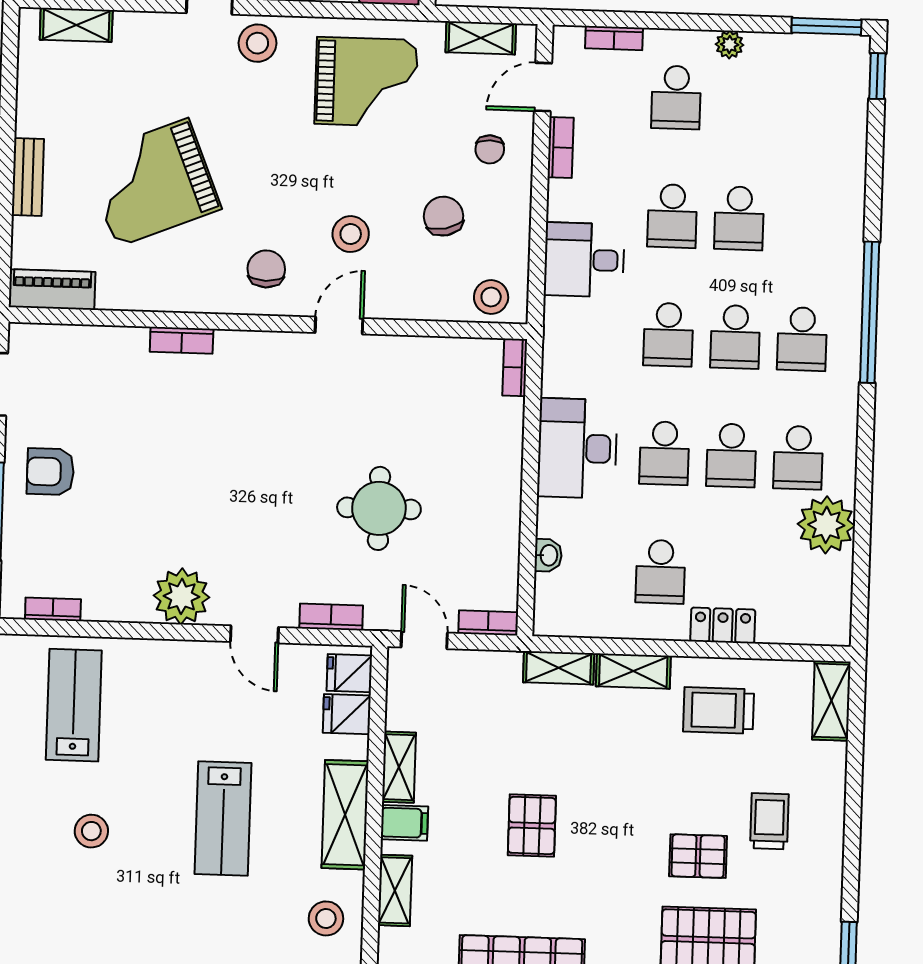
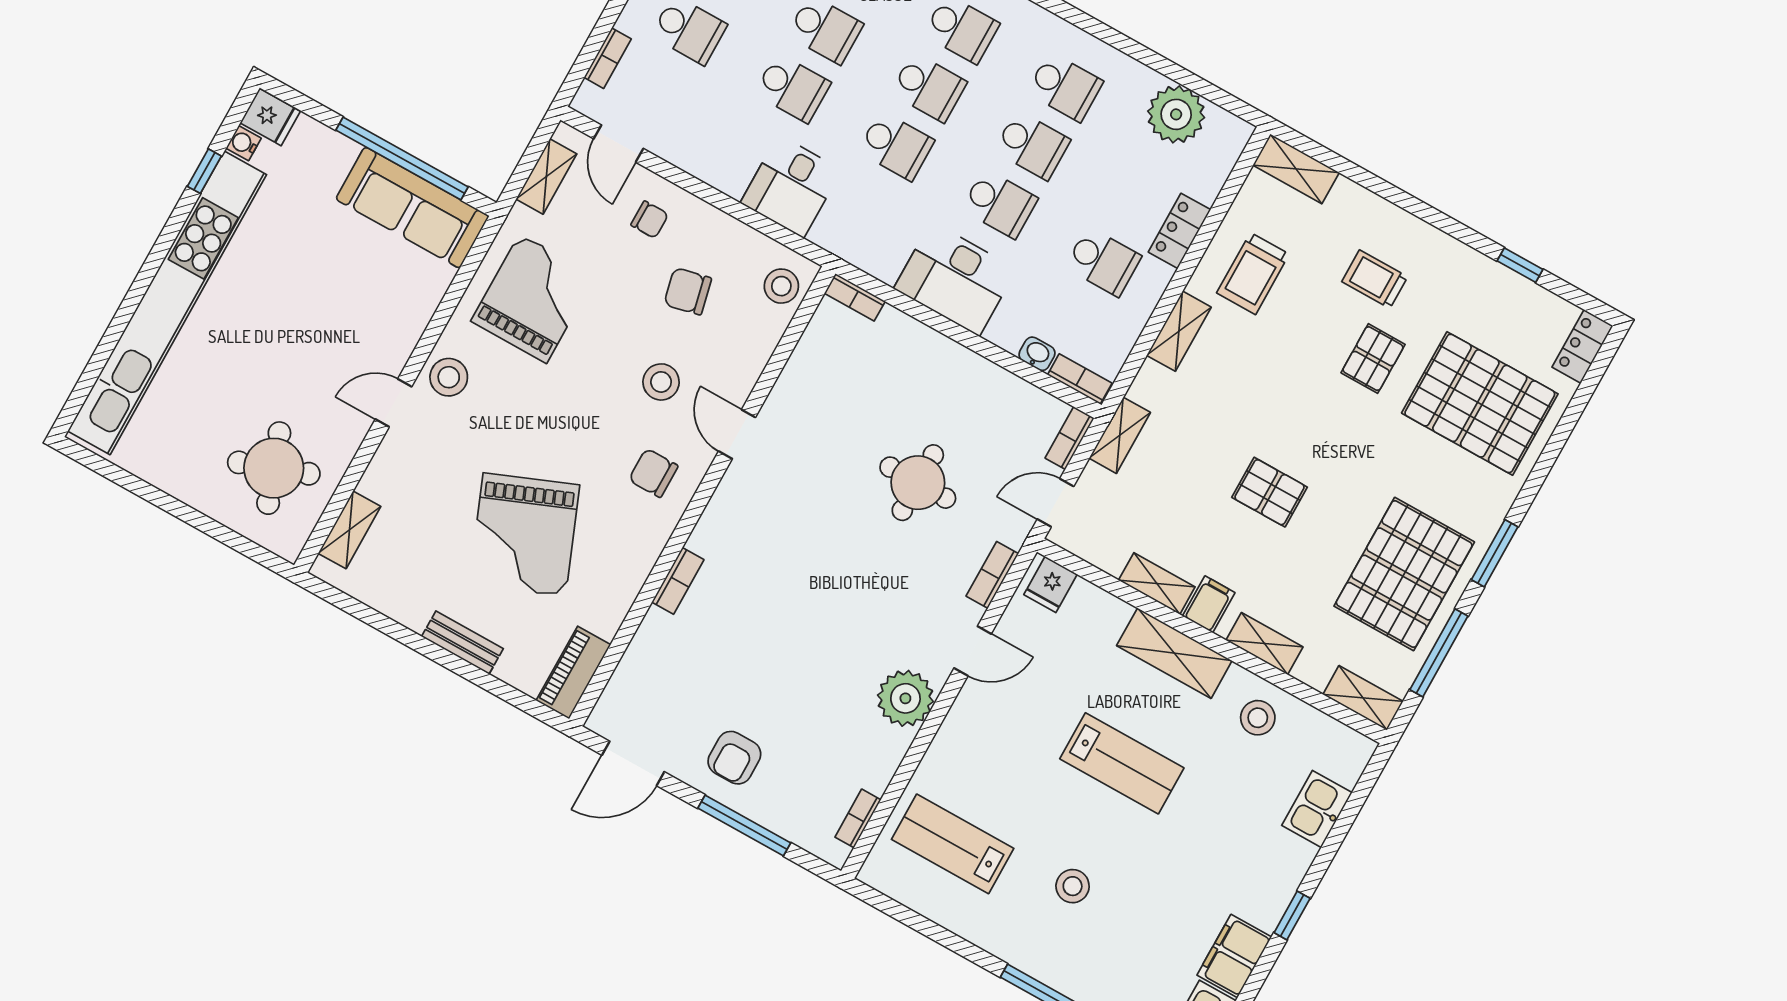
bookcase: (561, 147) -> (1080, 379), moved
plant: (826, 525) -> (1176, 114), moved
shelving: (559, 668) -> (1120, 435), moved
fridge: (347, 714) -> (1086, 606), removed

